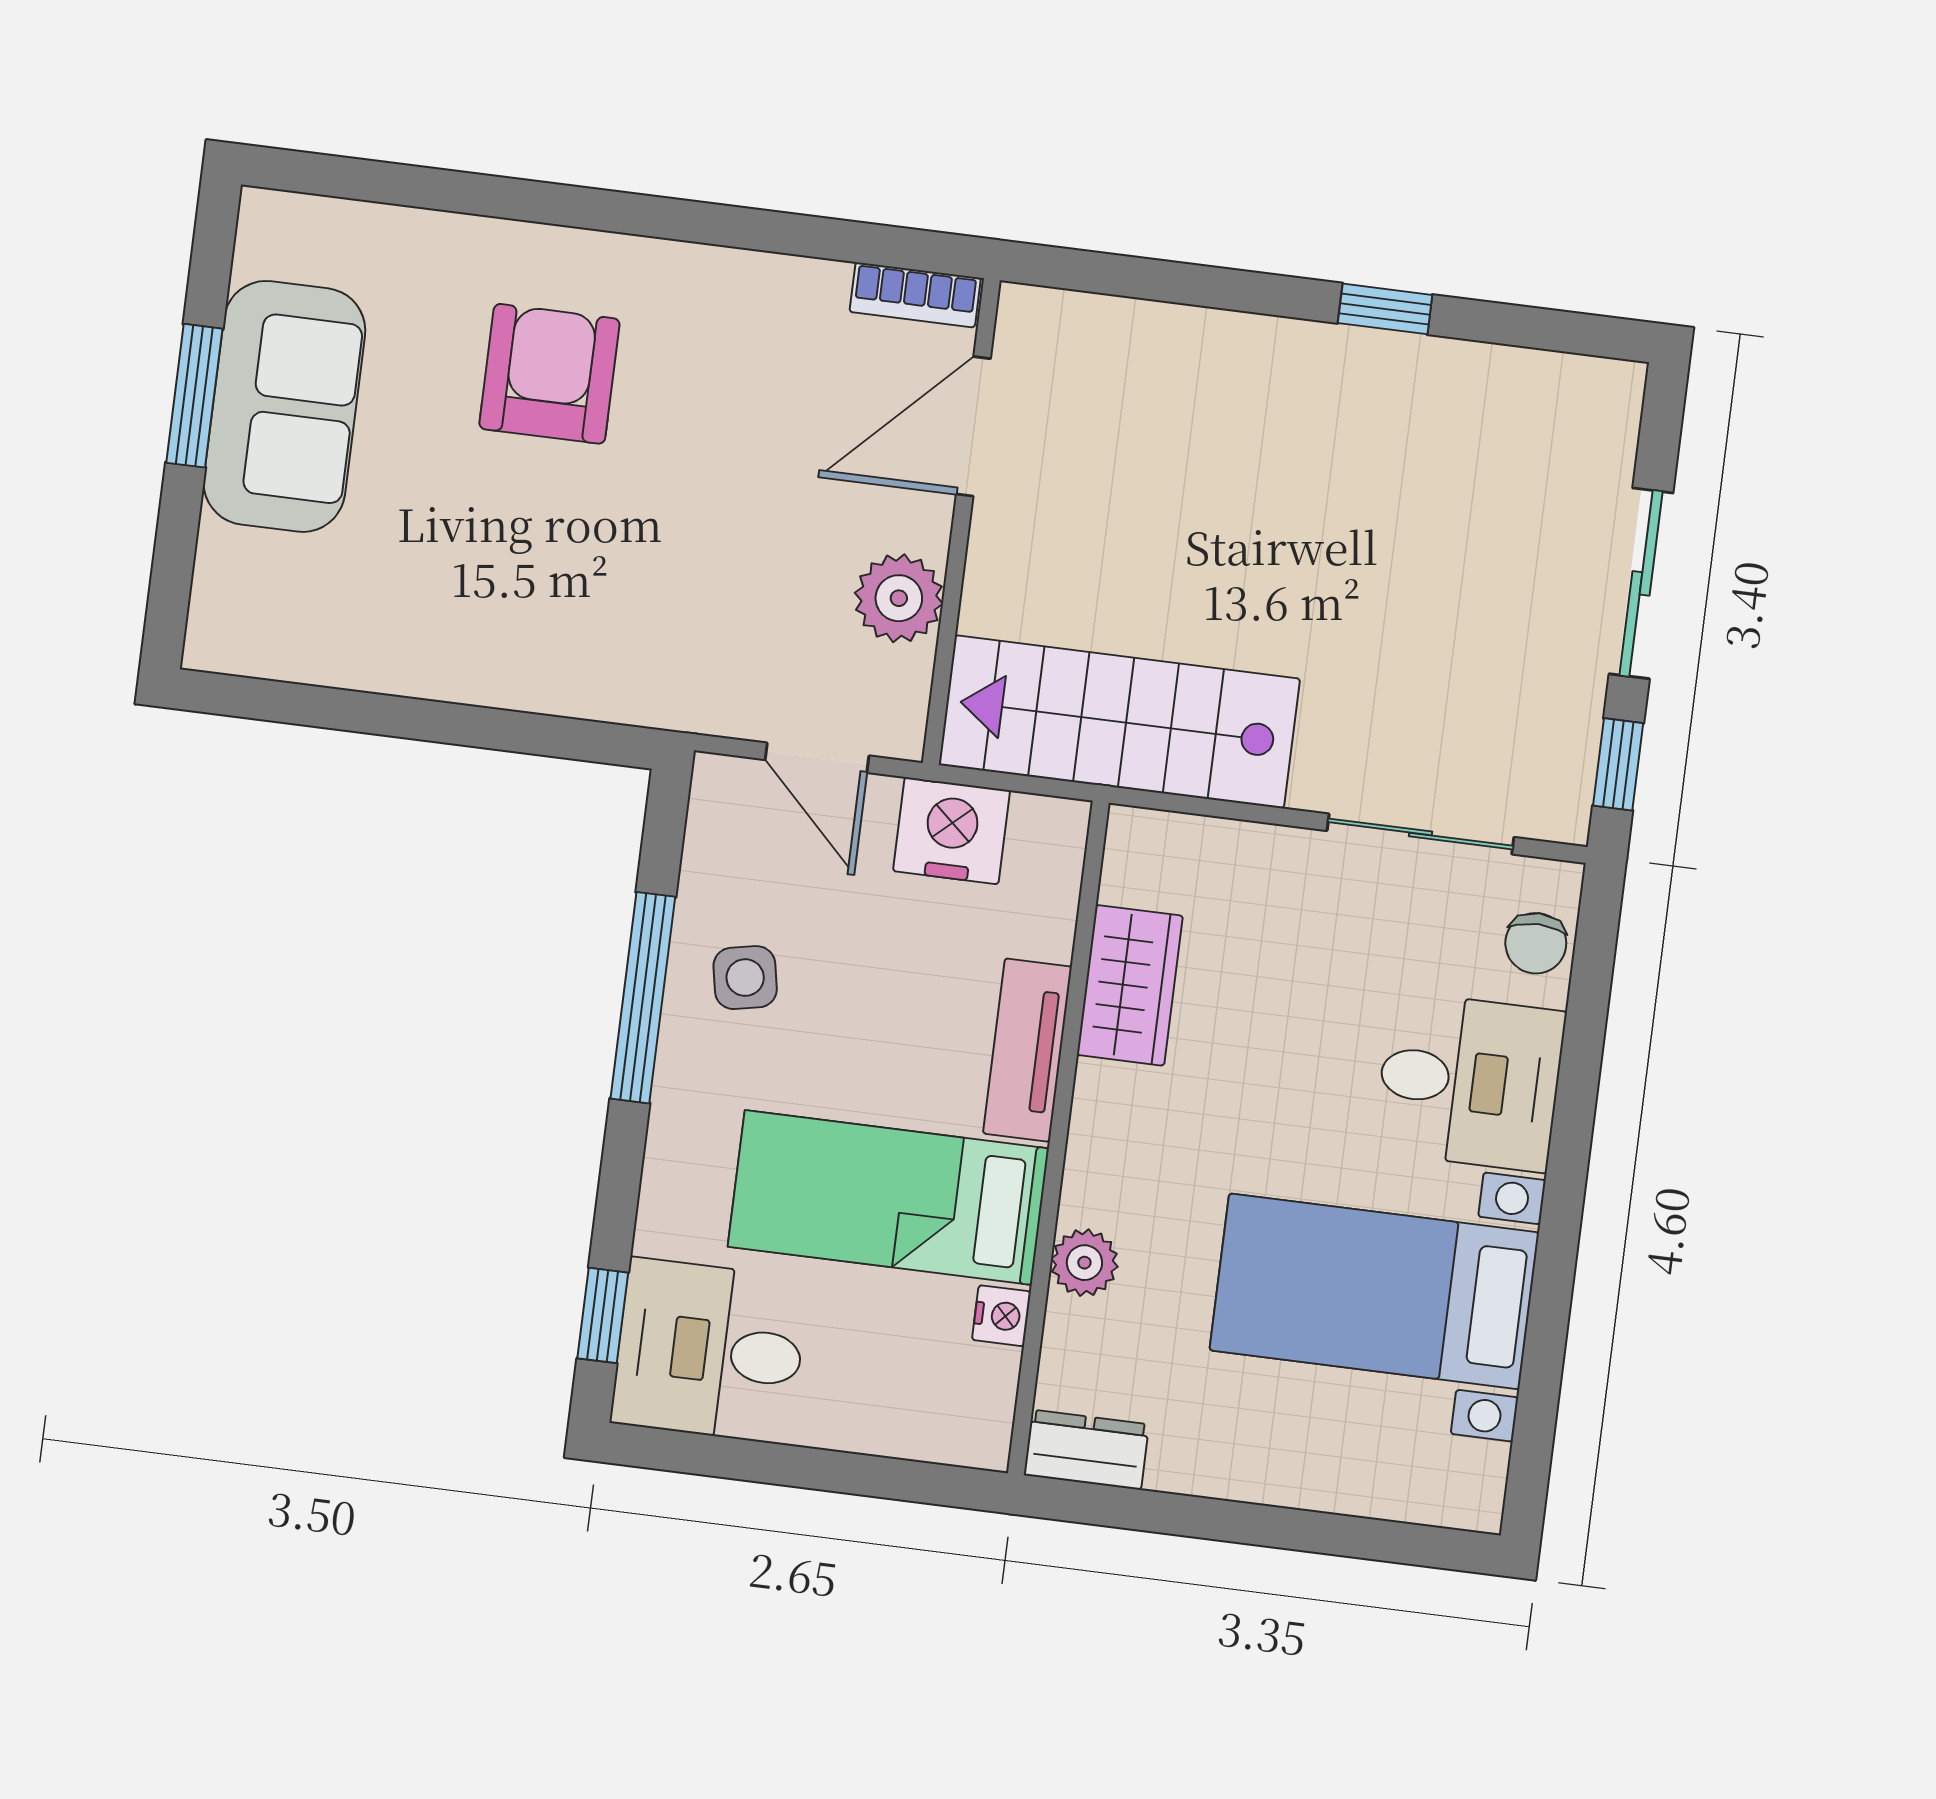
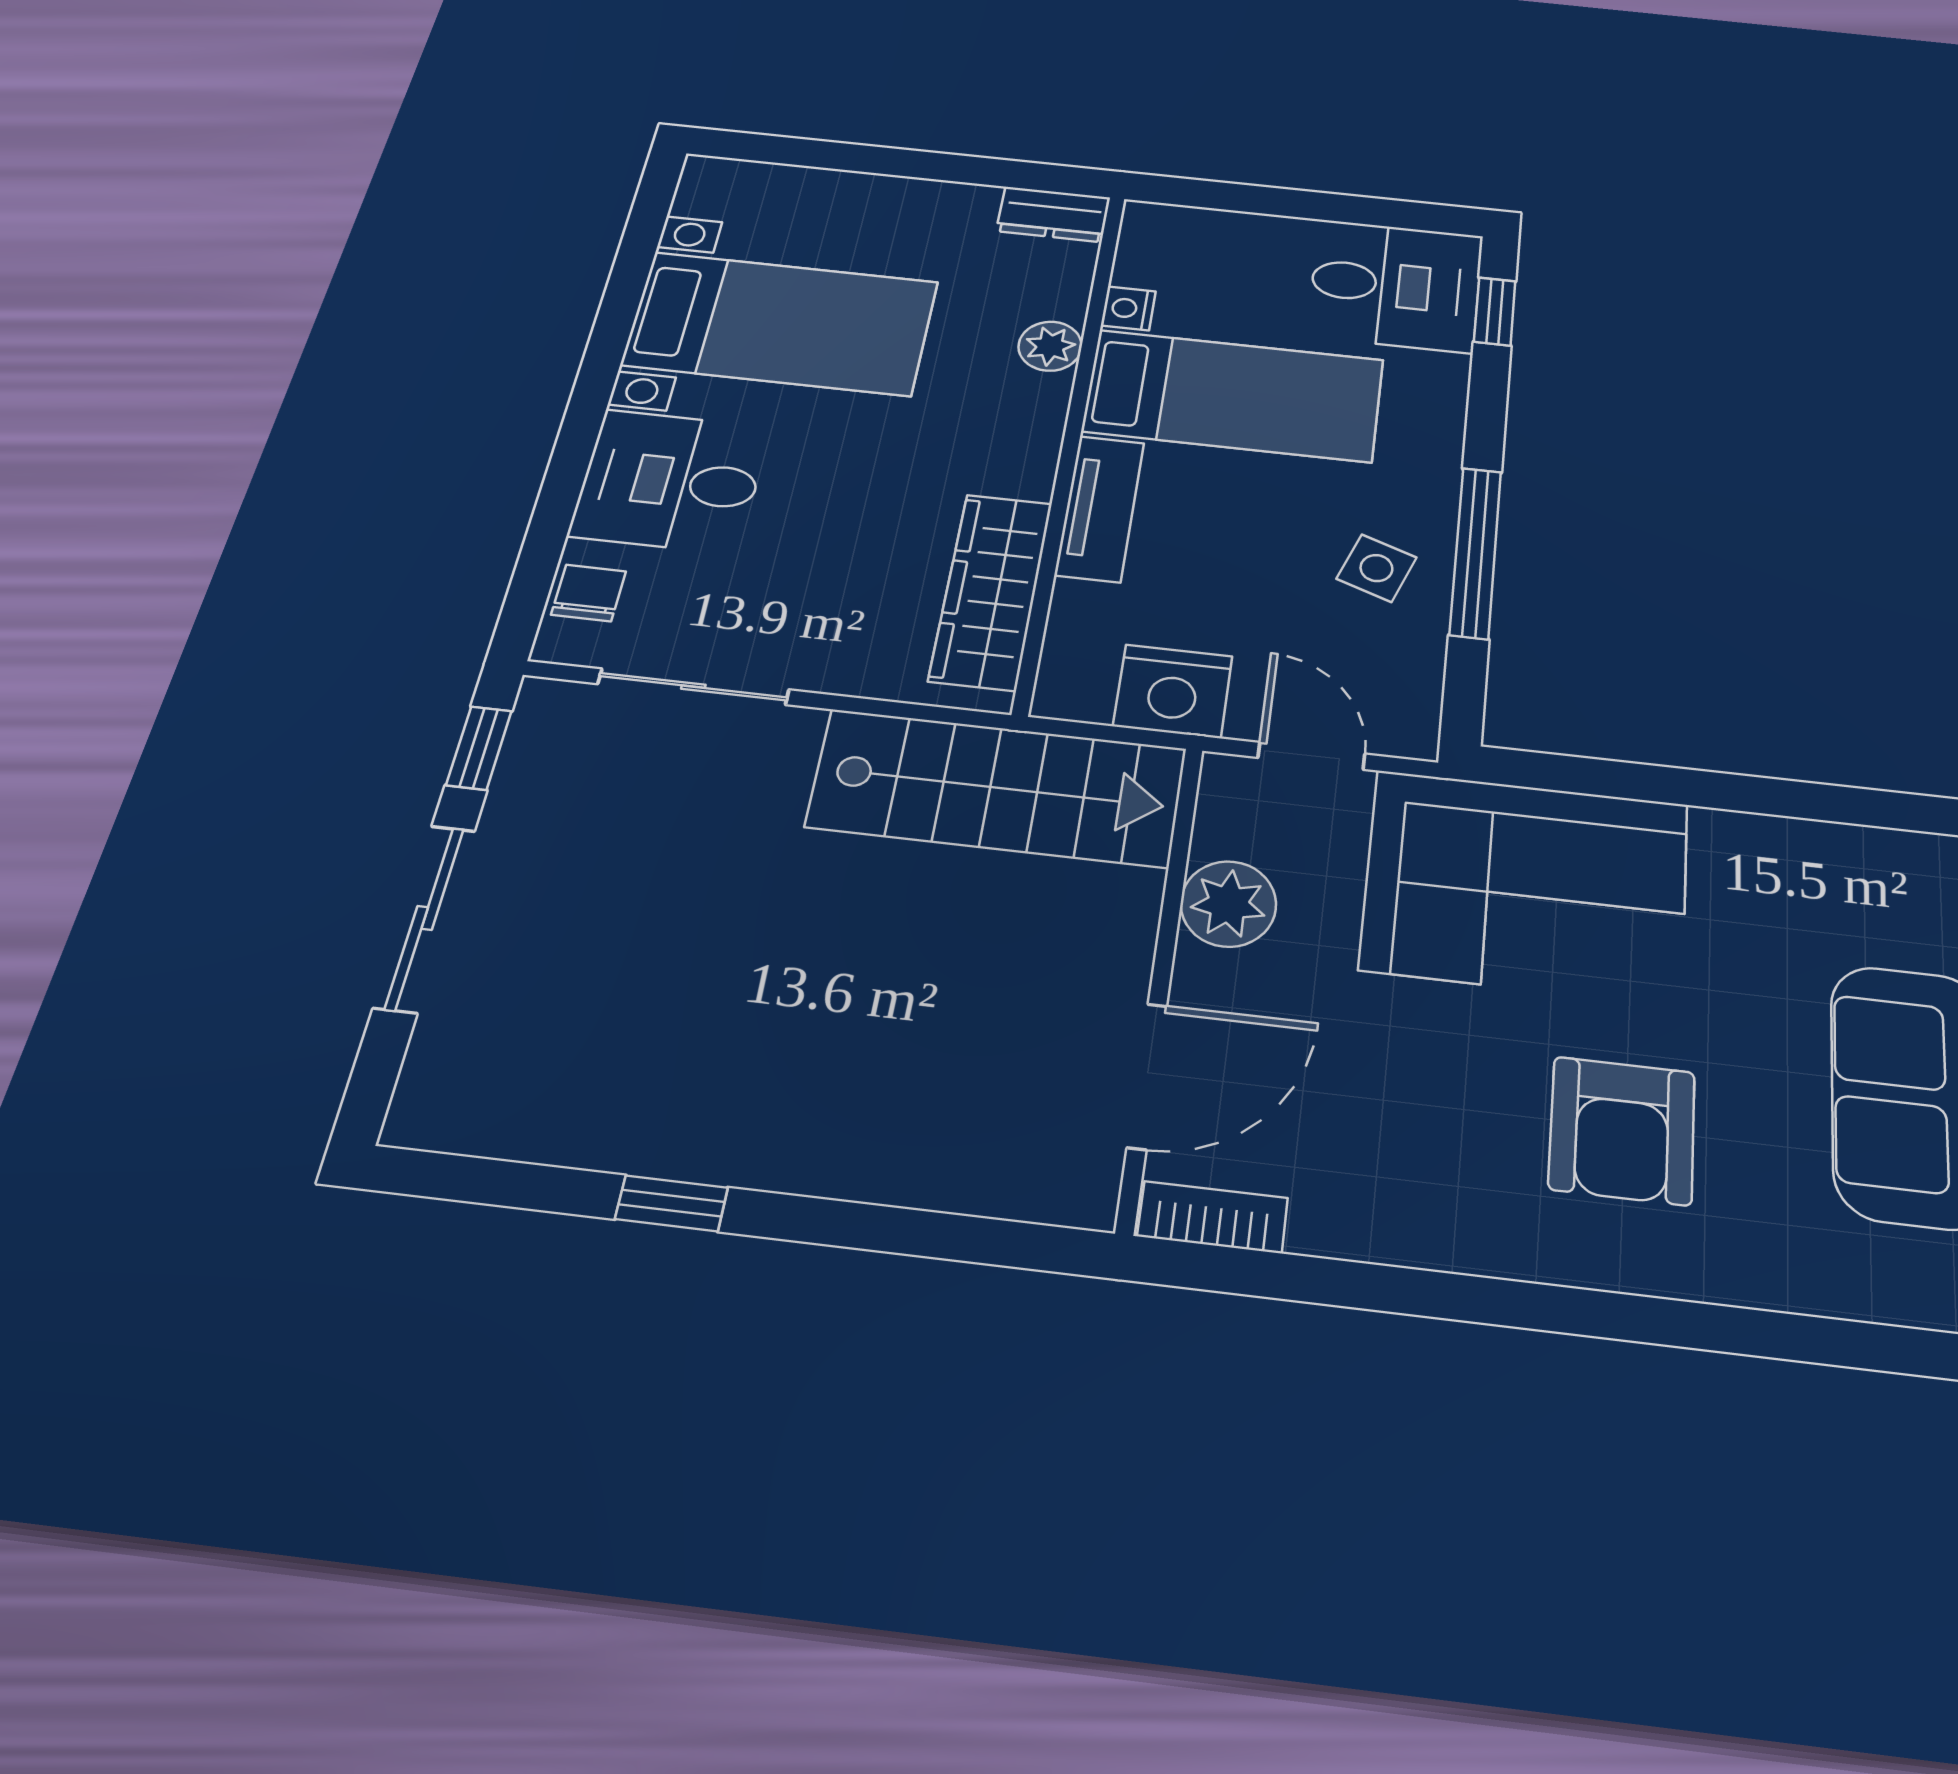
corner sofa: (618, 617) -> (1526, 886), added
side table: (745, 978) -> (1376, 568), turned 31
wardrobe: (1130, 985) -> (991, 591), width x1.50

